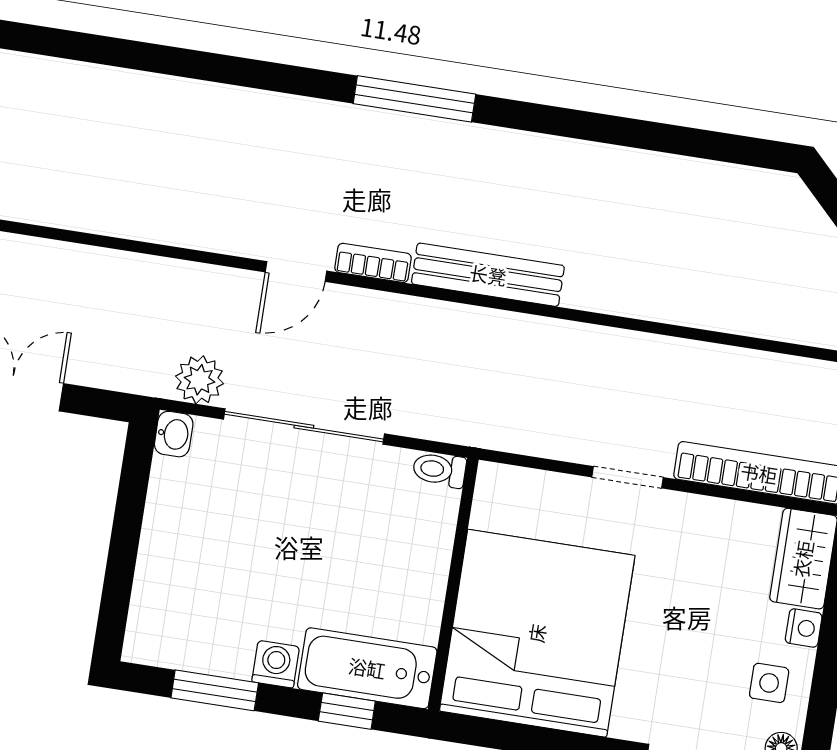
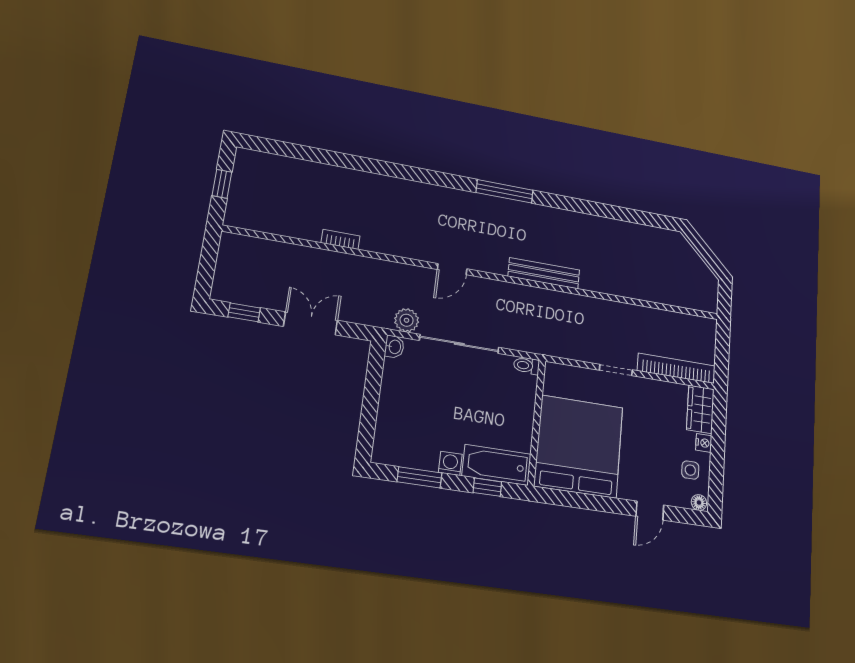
bookcase: (373, 263) -> (341, 239), moved

